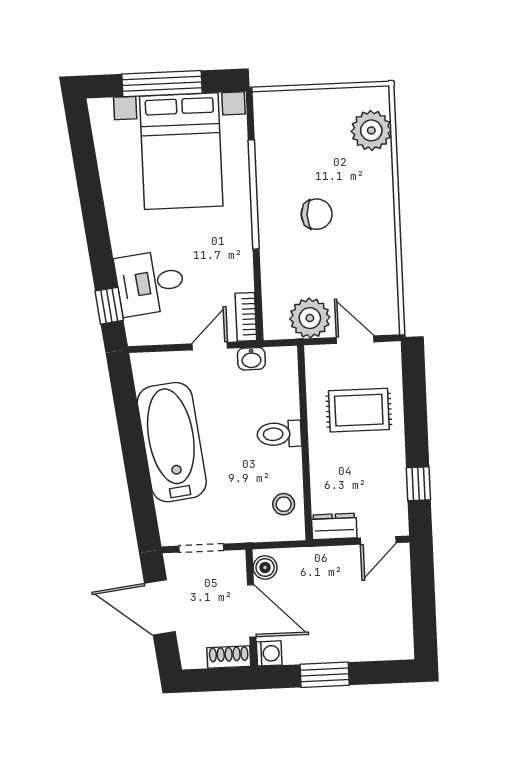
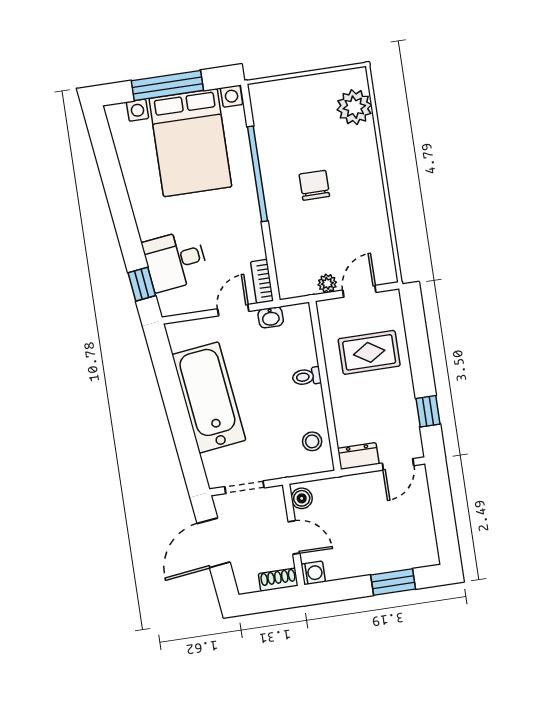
chair: (317, 214) -> (314, 185), turned -90
plant: (310, 318) -> (327, 283), width x0.53, depth x0.53
door: (355, 340) -> (359, 291), hinge flipped
toilet: (279, 434) -> (307, 377), width x0.73, depth x0.72
door: (160, 607) -> (214, 543), hinge flipped
door: (252, 611) -> (294, 537), width x0.73
window: (325, 675) -> (393, 582), moved

